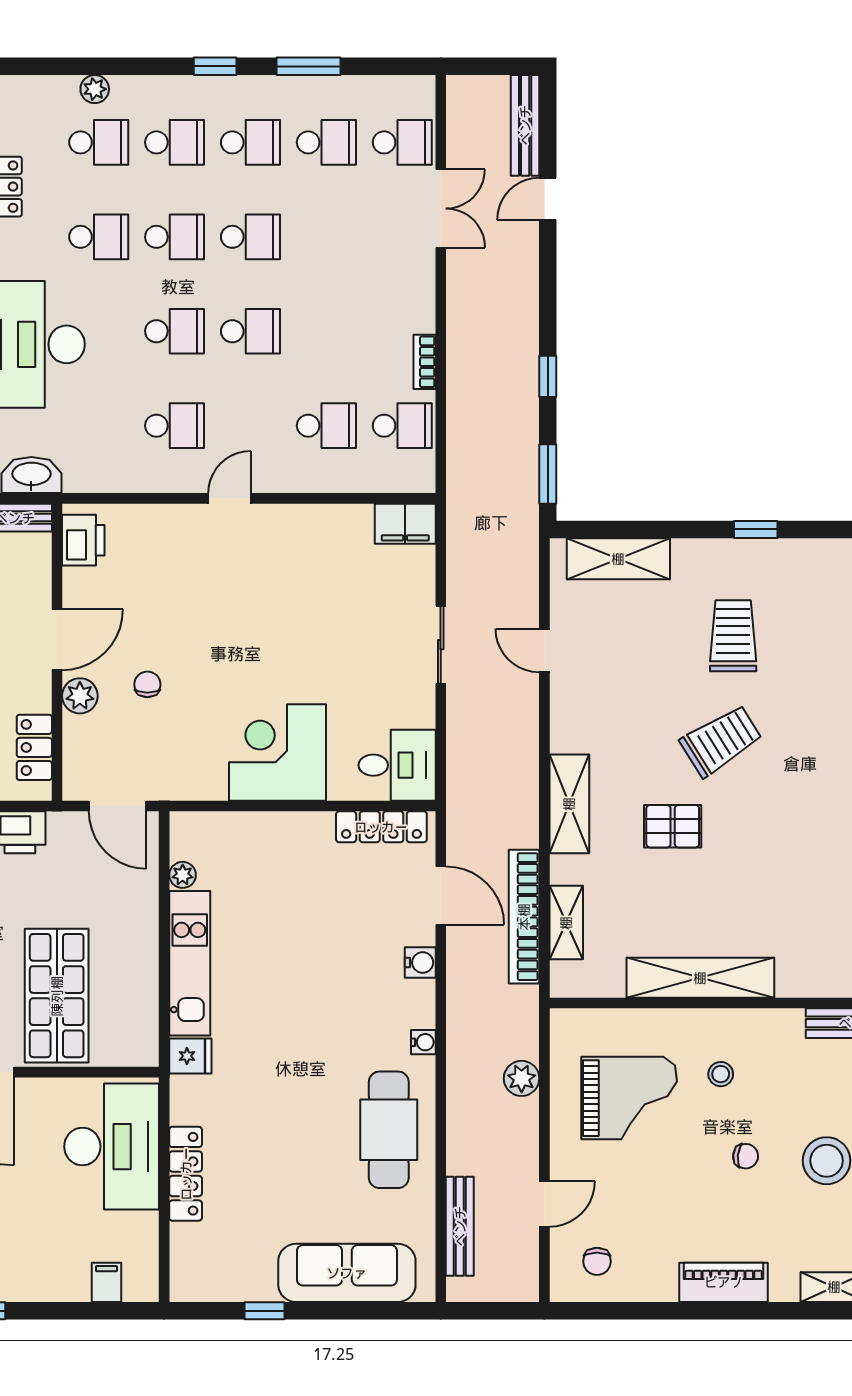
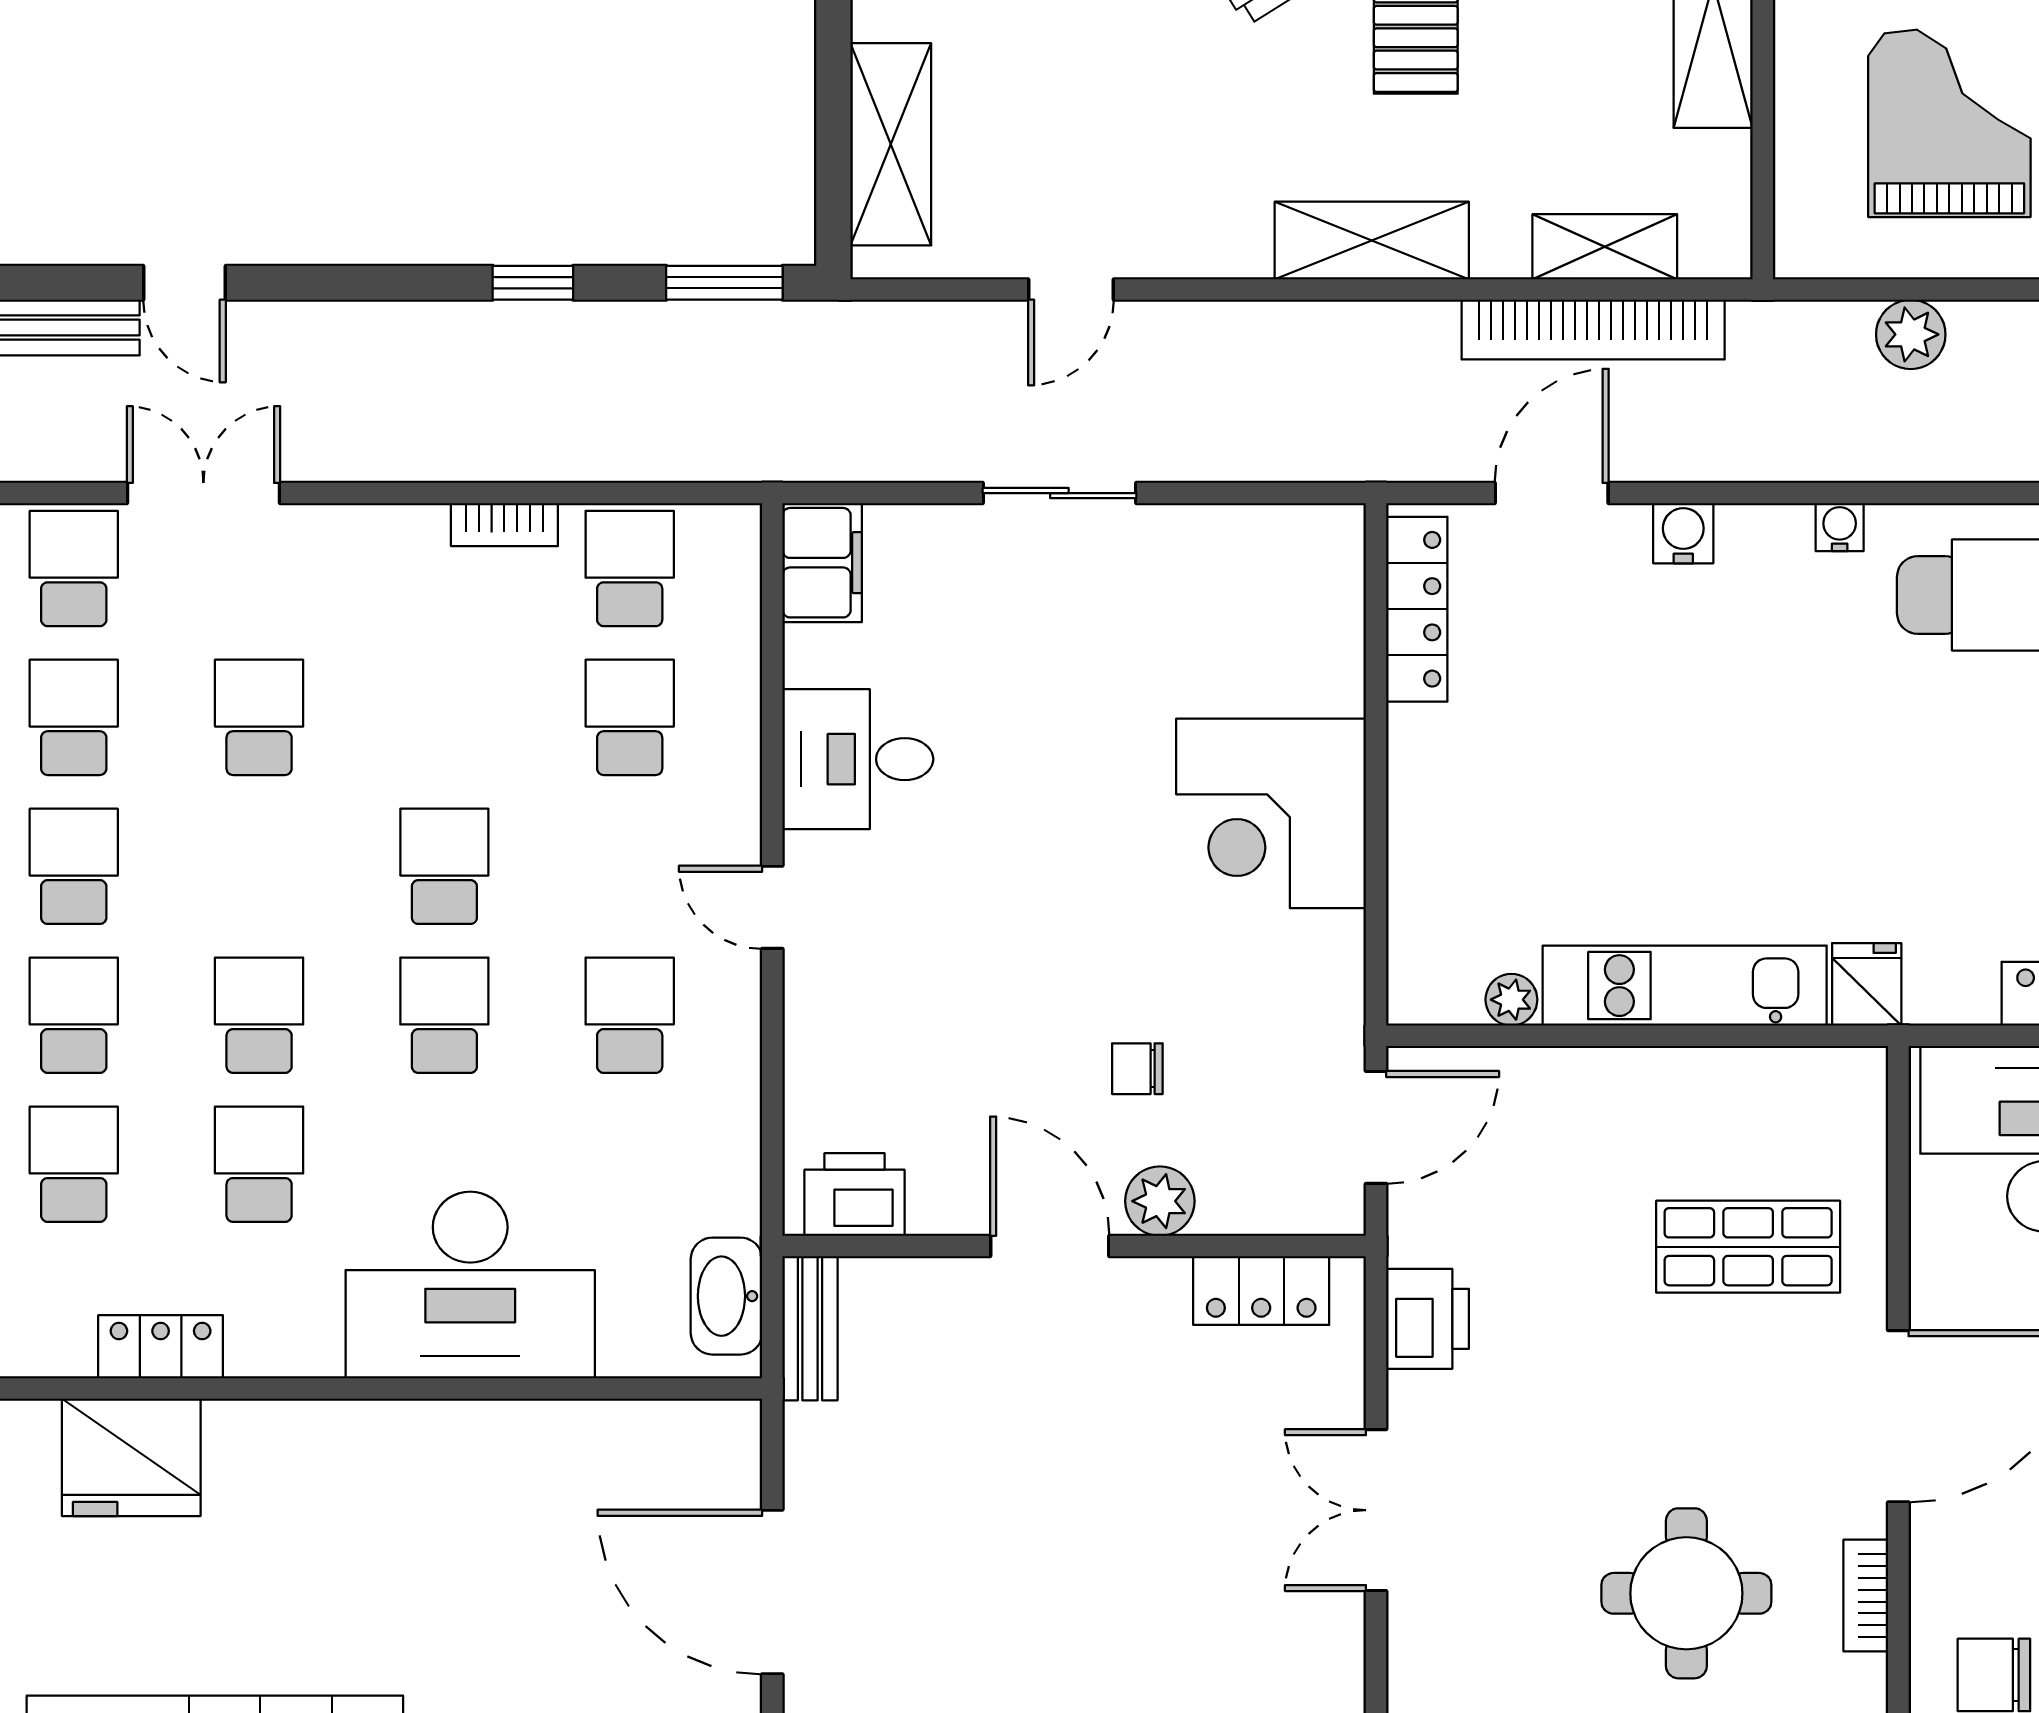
school desk: (250, 237) -> (259, 717), moved
desk: (397, 765) -> (858, 759), moved, turned -90
shop shelf: (57, 996) -> (1748, 1247), width x0.70, depth x0.74

